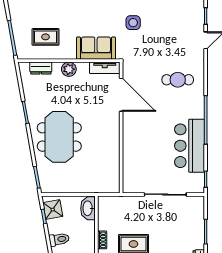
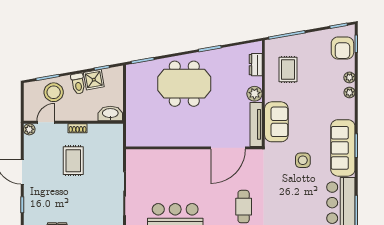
tv unit: (105, 68) -> (256, 124), width x1.41
shower: (53, 210) -> (94, 80), moved

